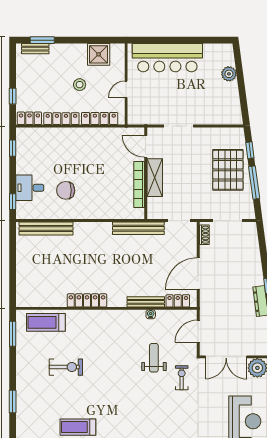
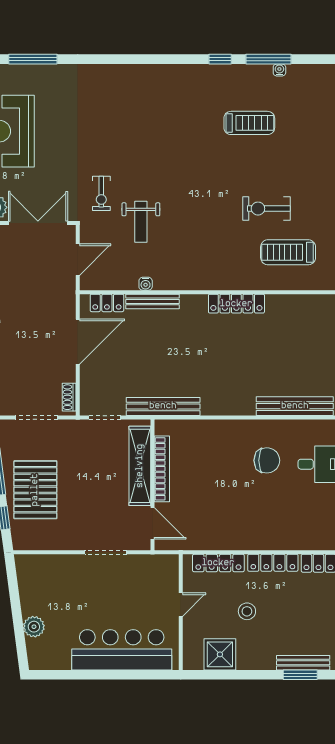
bench: (35, 49) -> (303, 663), width x1.36
shelving: (155, 178) -> (140, 466), width x1.47
treadmill: (46, 322) -> (288, 252), moved, turned 180

